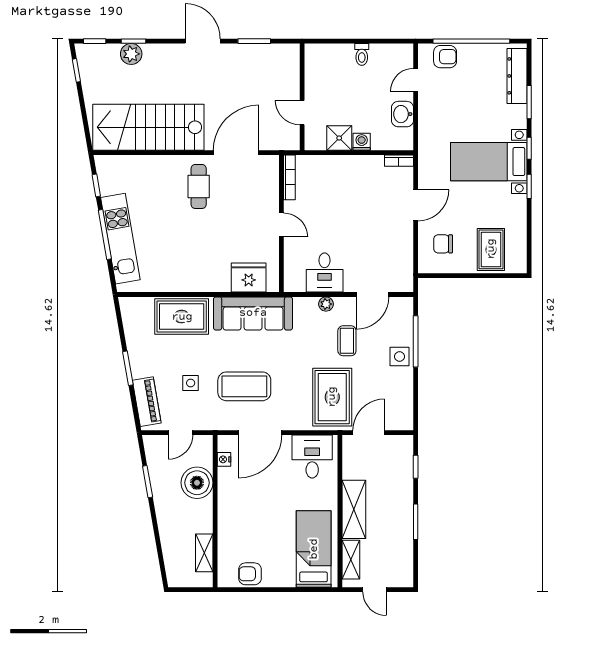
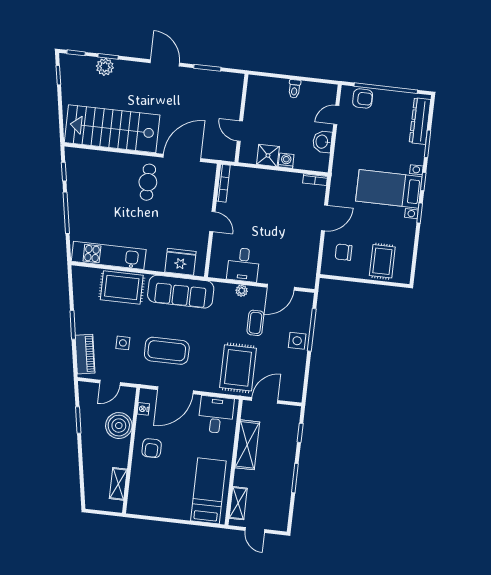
kitchen unit: (120, 239) -> (109, 255), moved, turned -80
shelving: (354, 509) -> (247, 445), moved
armchair: (250, 574) -> (152, 448), moved, turned -90

